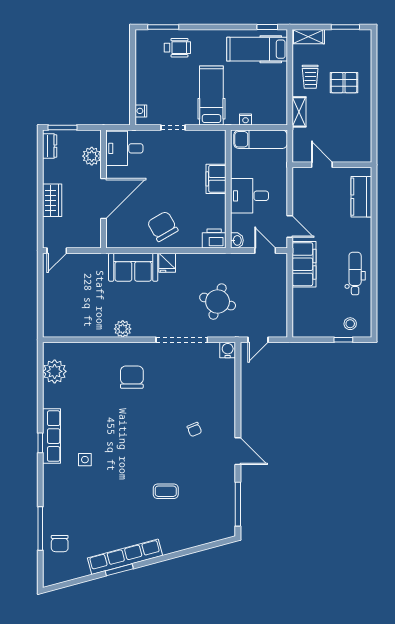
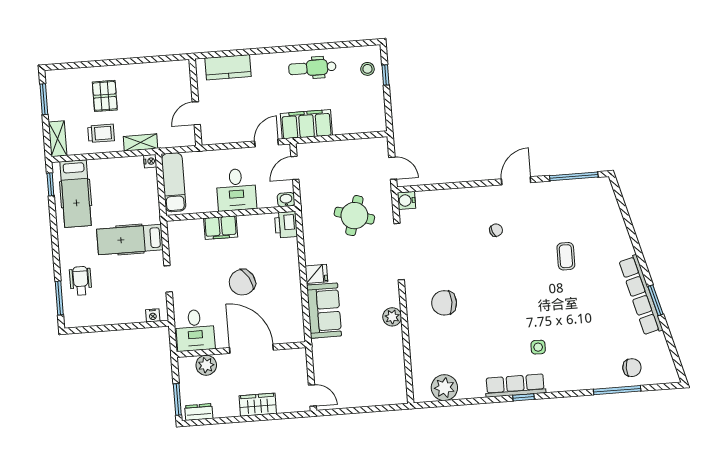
nightstand: (245, 119) -> (150, 161), moved
chair: (163, 226) -> (242, 282), moved

